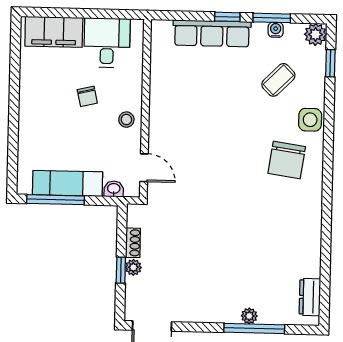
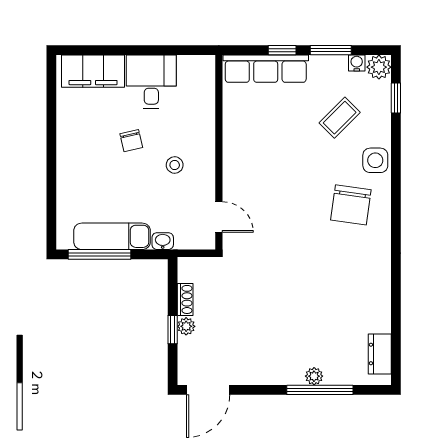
water cooler: (276, 30) -> (357, 63), moved
wall: (145, 108) -> (219, 152), moved
door: (144, 168) -> (219, 217), moved

